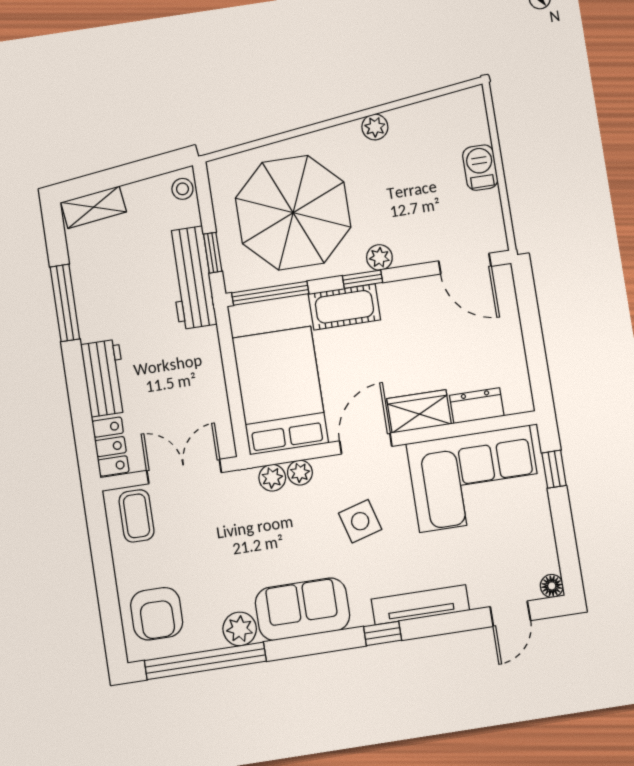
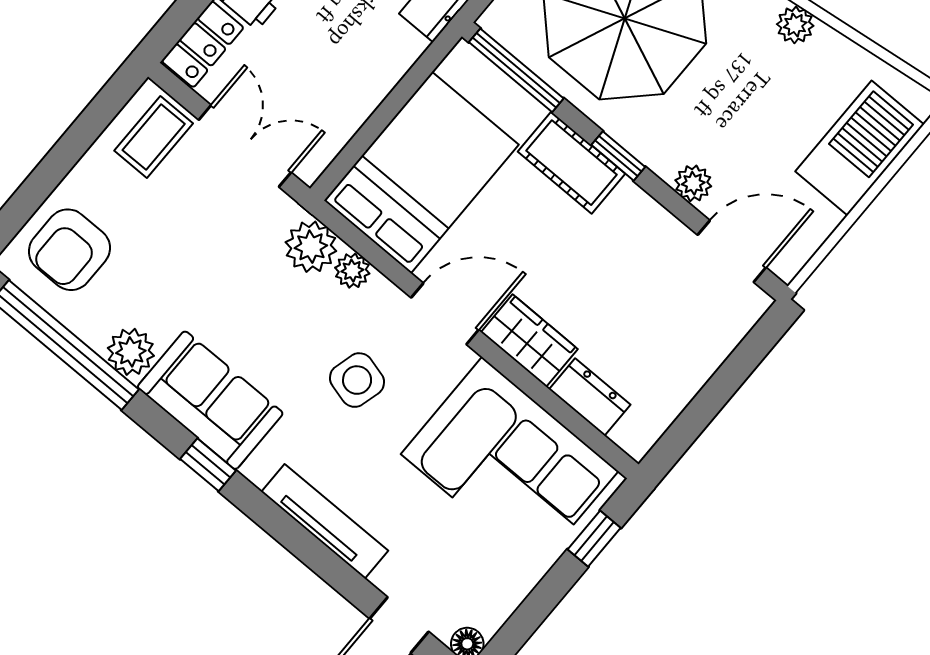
barbecue: (480, 168) -> (860, 148), width x1.88, depth x1.53
plant: (379, 257) -> (693, 183), moved
door: (465, 264) -> (732, 251), swing flipped
plant: (272, 478) -> (311, 247), width x1.38, depth x1.38
side table: (360, 521) -> (357, 380), turned 31
window: (383, 633) -> (208, 465), moved

